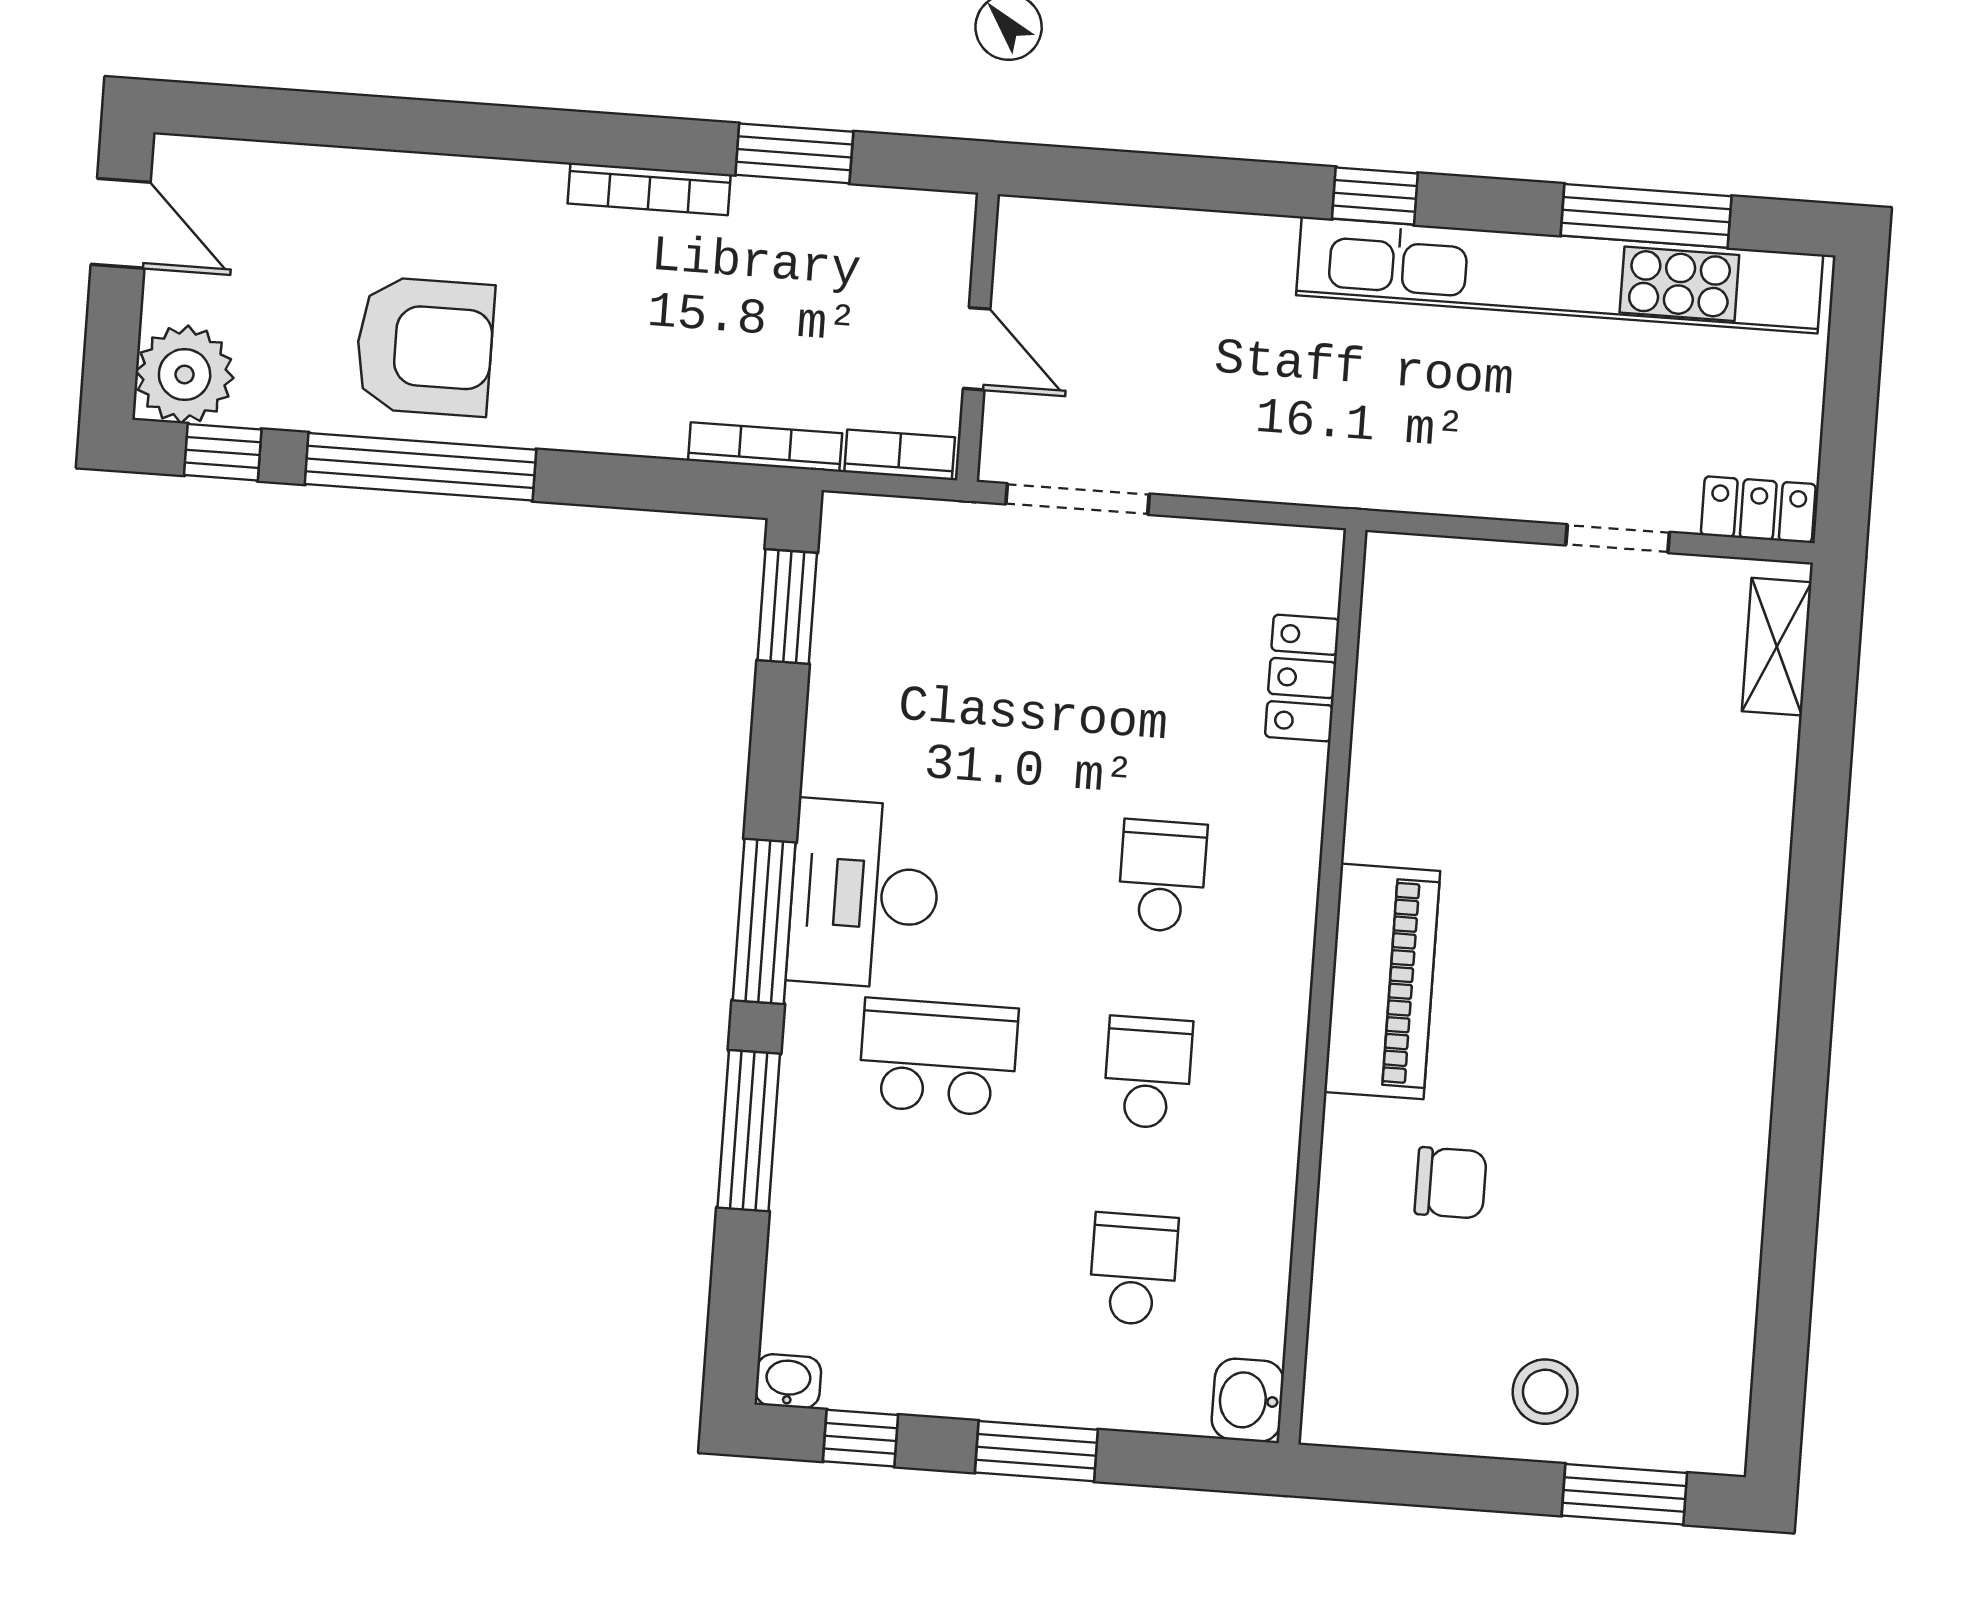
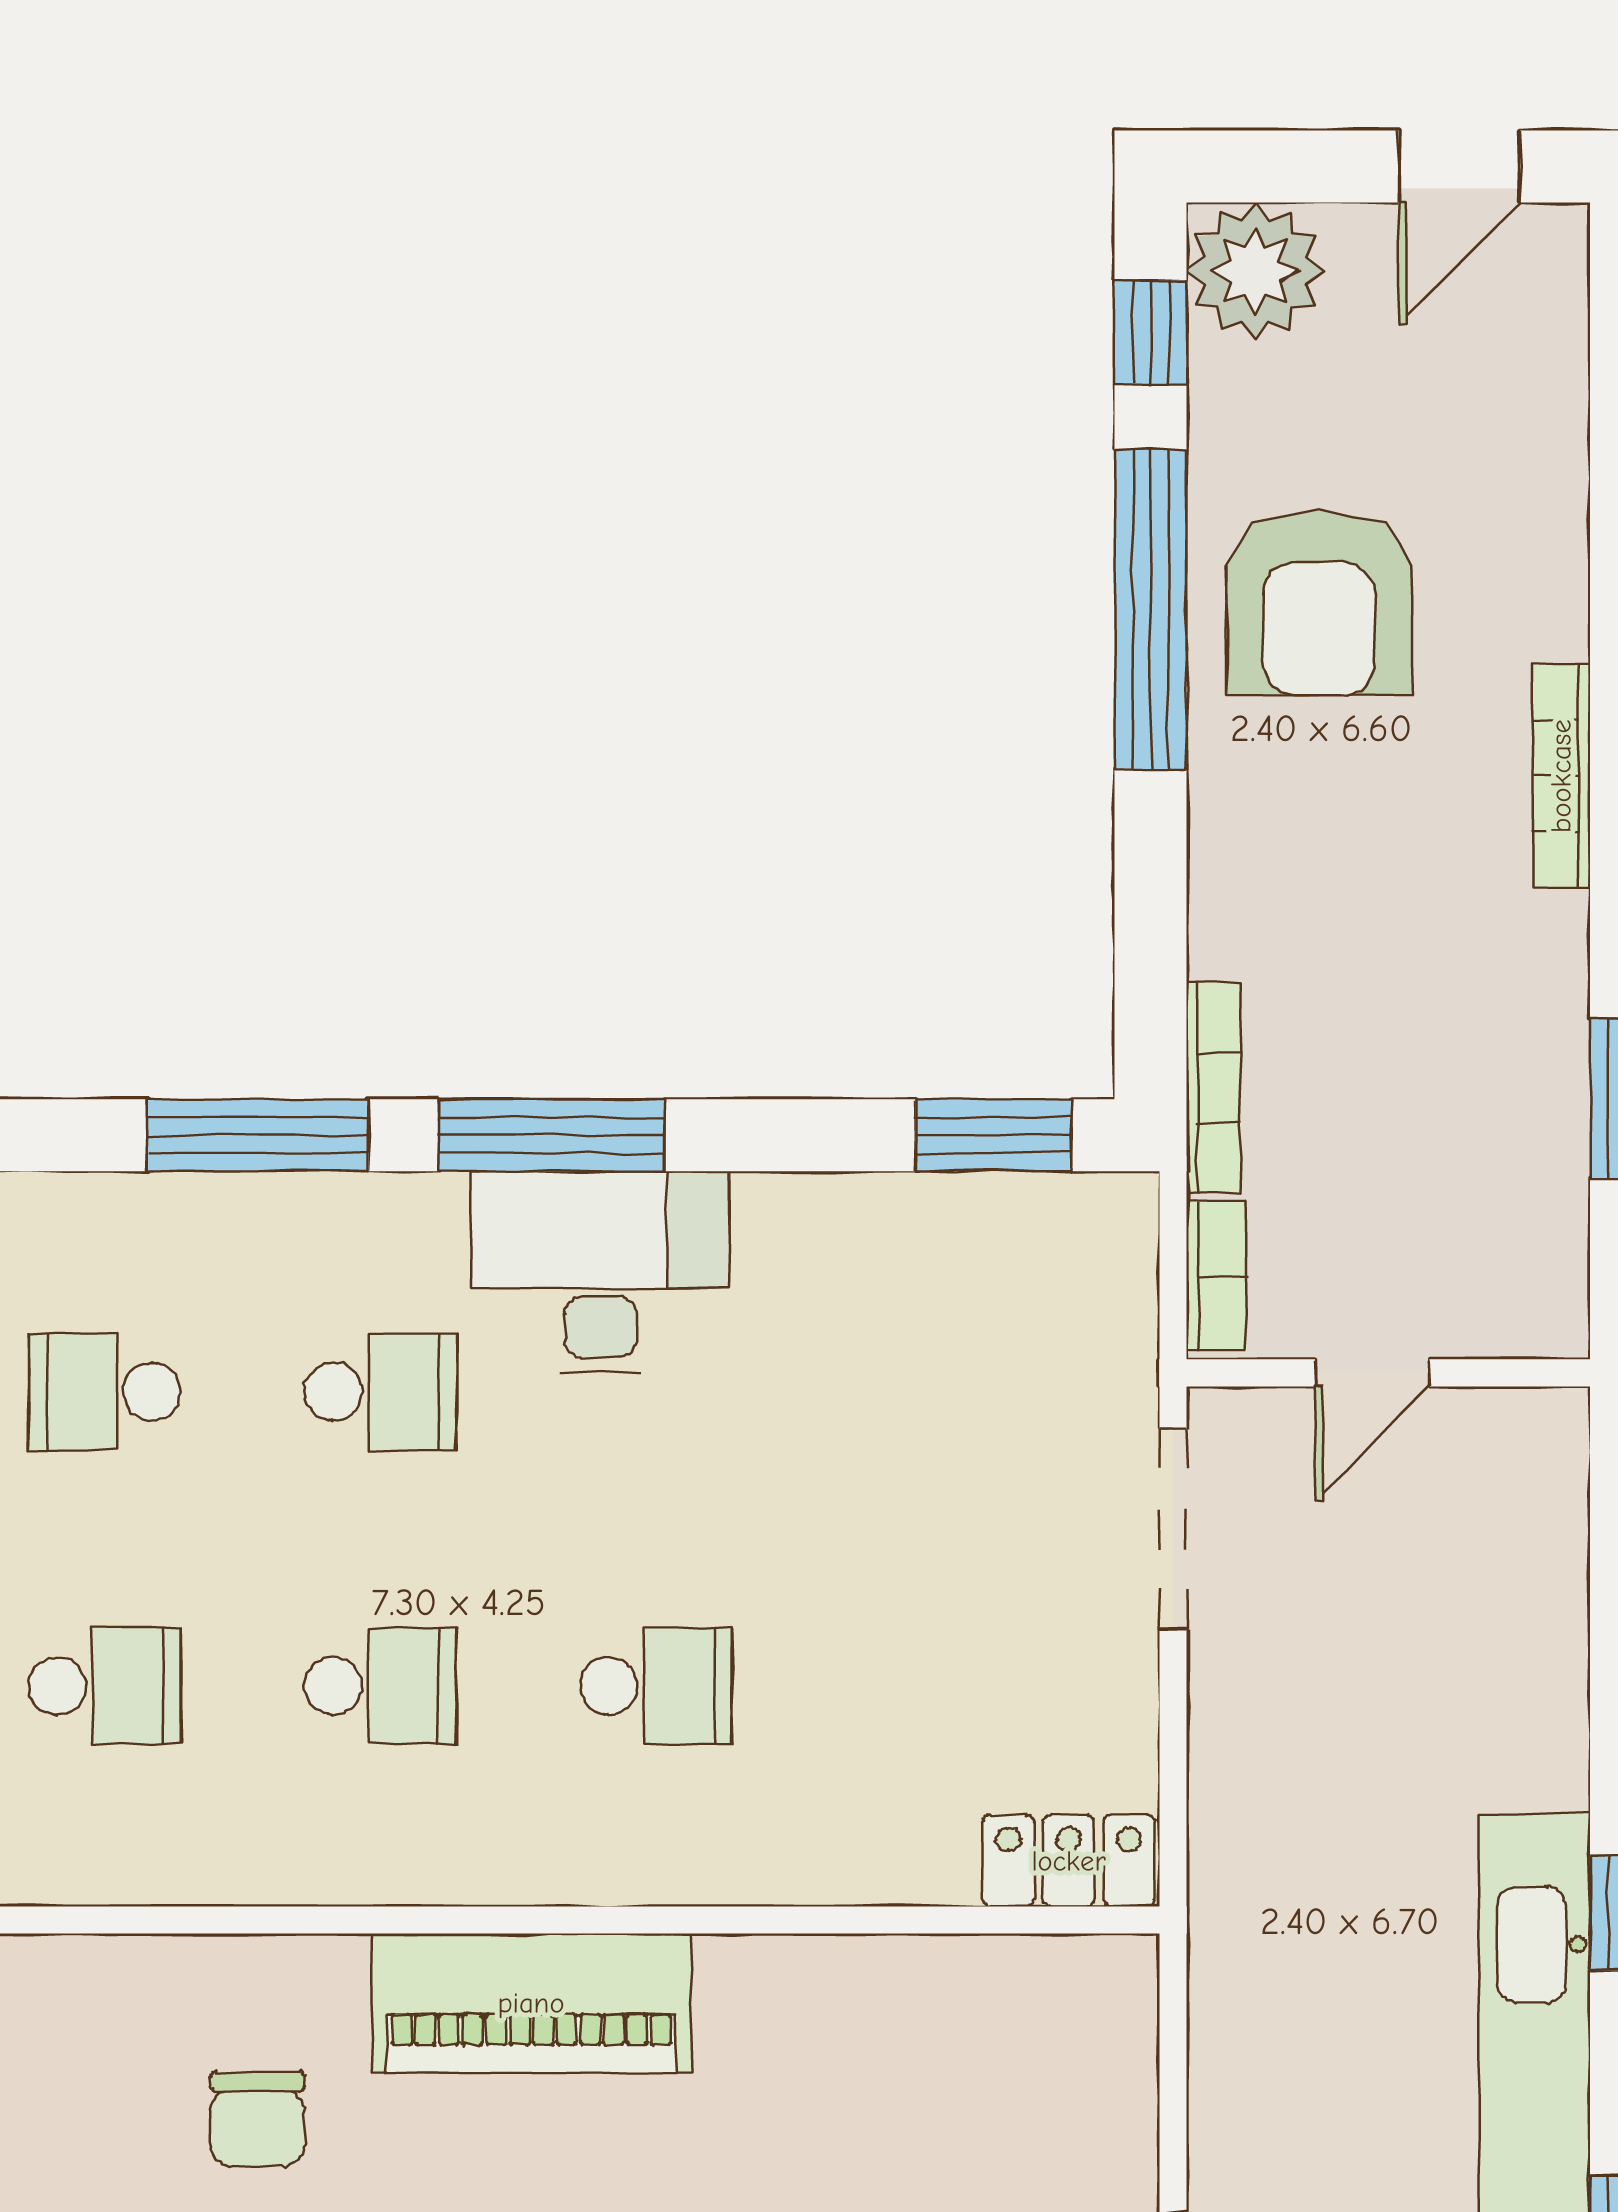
bookcase: (649, 189) -> (1561, 776), moved
locker: (1302, 678) -> (1069, 1861), moved
school desk: (938, 1057) -> (380, 1392), width x0.54
school desk: (924, 1254) -> (105, 1392), added

